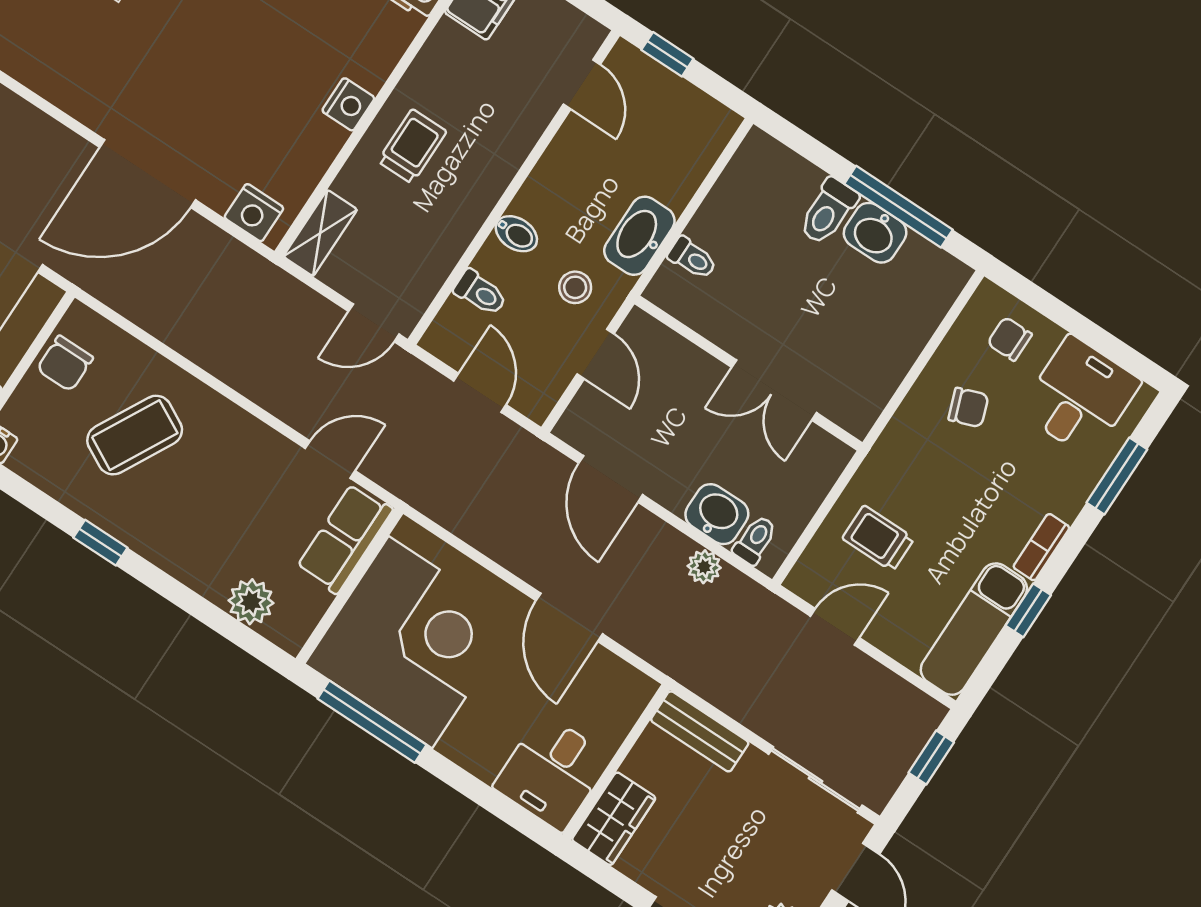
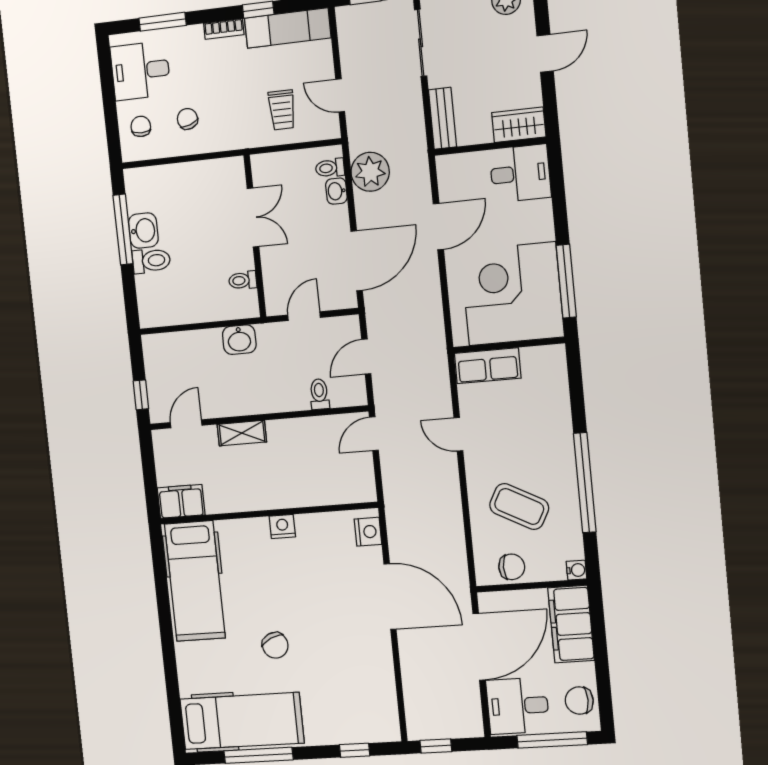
trolley: (412, 146) -> (278, 481), removed
shelving: (320, 233) -> (242, 433), moved
bidet: (516, 234) -> (278, 399), removed
washbasin: (639, 236) -> (239, 340), width x0.72
toilet: (692, 258) -> (243, 280), moved, turned -90
stool: (575, 287) -> (281, 351), removed
door: (374, 323) -> (374, 434), swing flipped
chair: (1010, 339) -> (141, 126), turned 180
door: (330, 460) -> (458, 434), moved
door: (611, 479) -> (357, 261), width x1.36
washbasin: (717, 514) -> (336, 191), width x0.72, depth x0.69
window: (100, 543) -> (585, 483), width x3.17
plant: (704, 567) -> (370, 172), width x1.87, depth x1.87
plant: (251, 602) -> (555, 387), removed

